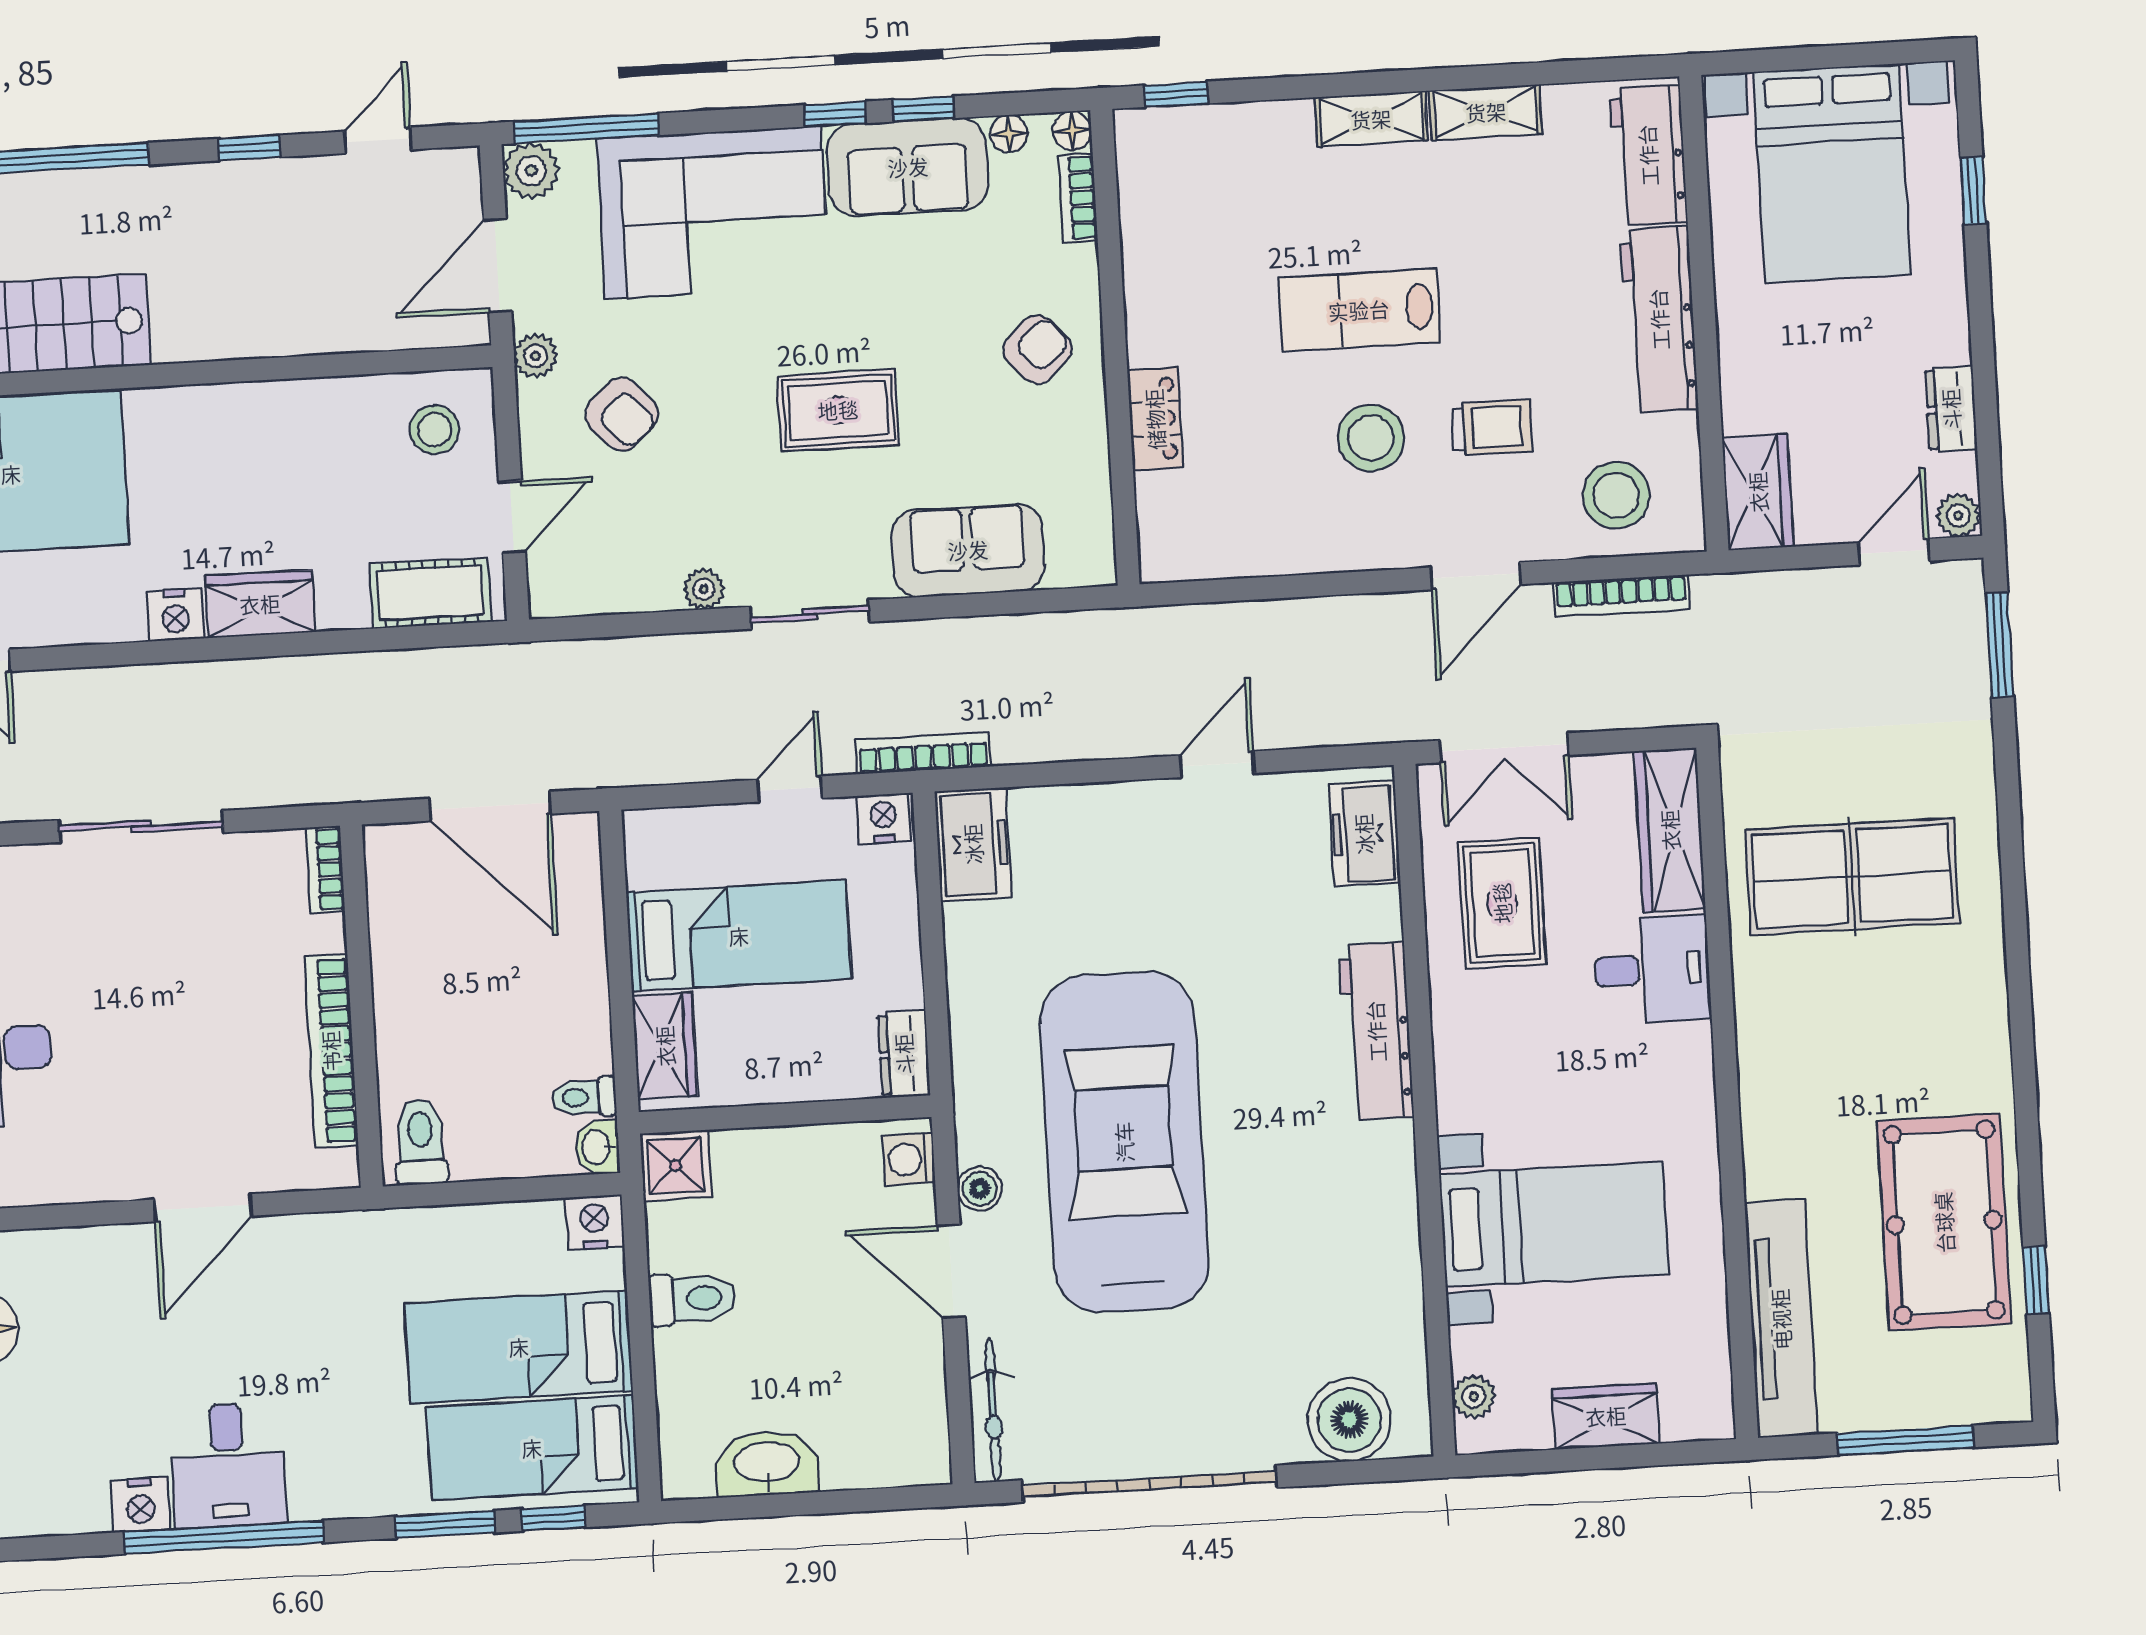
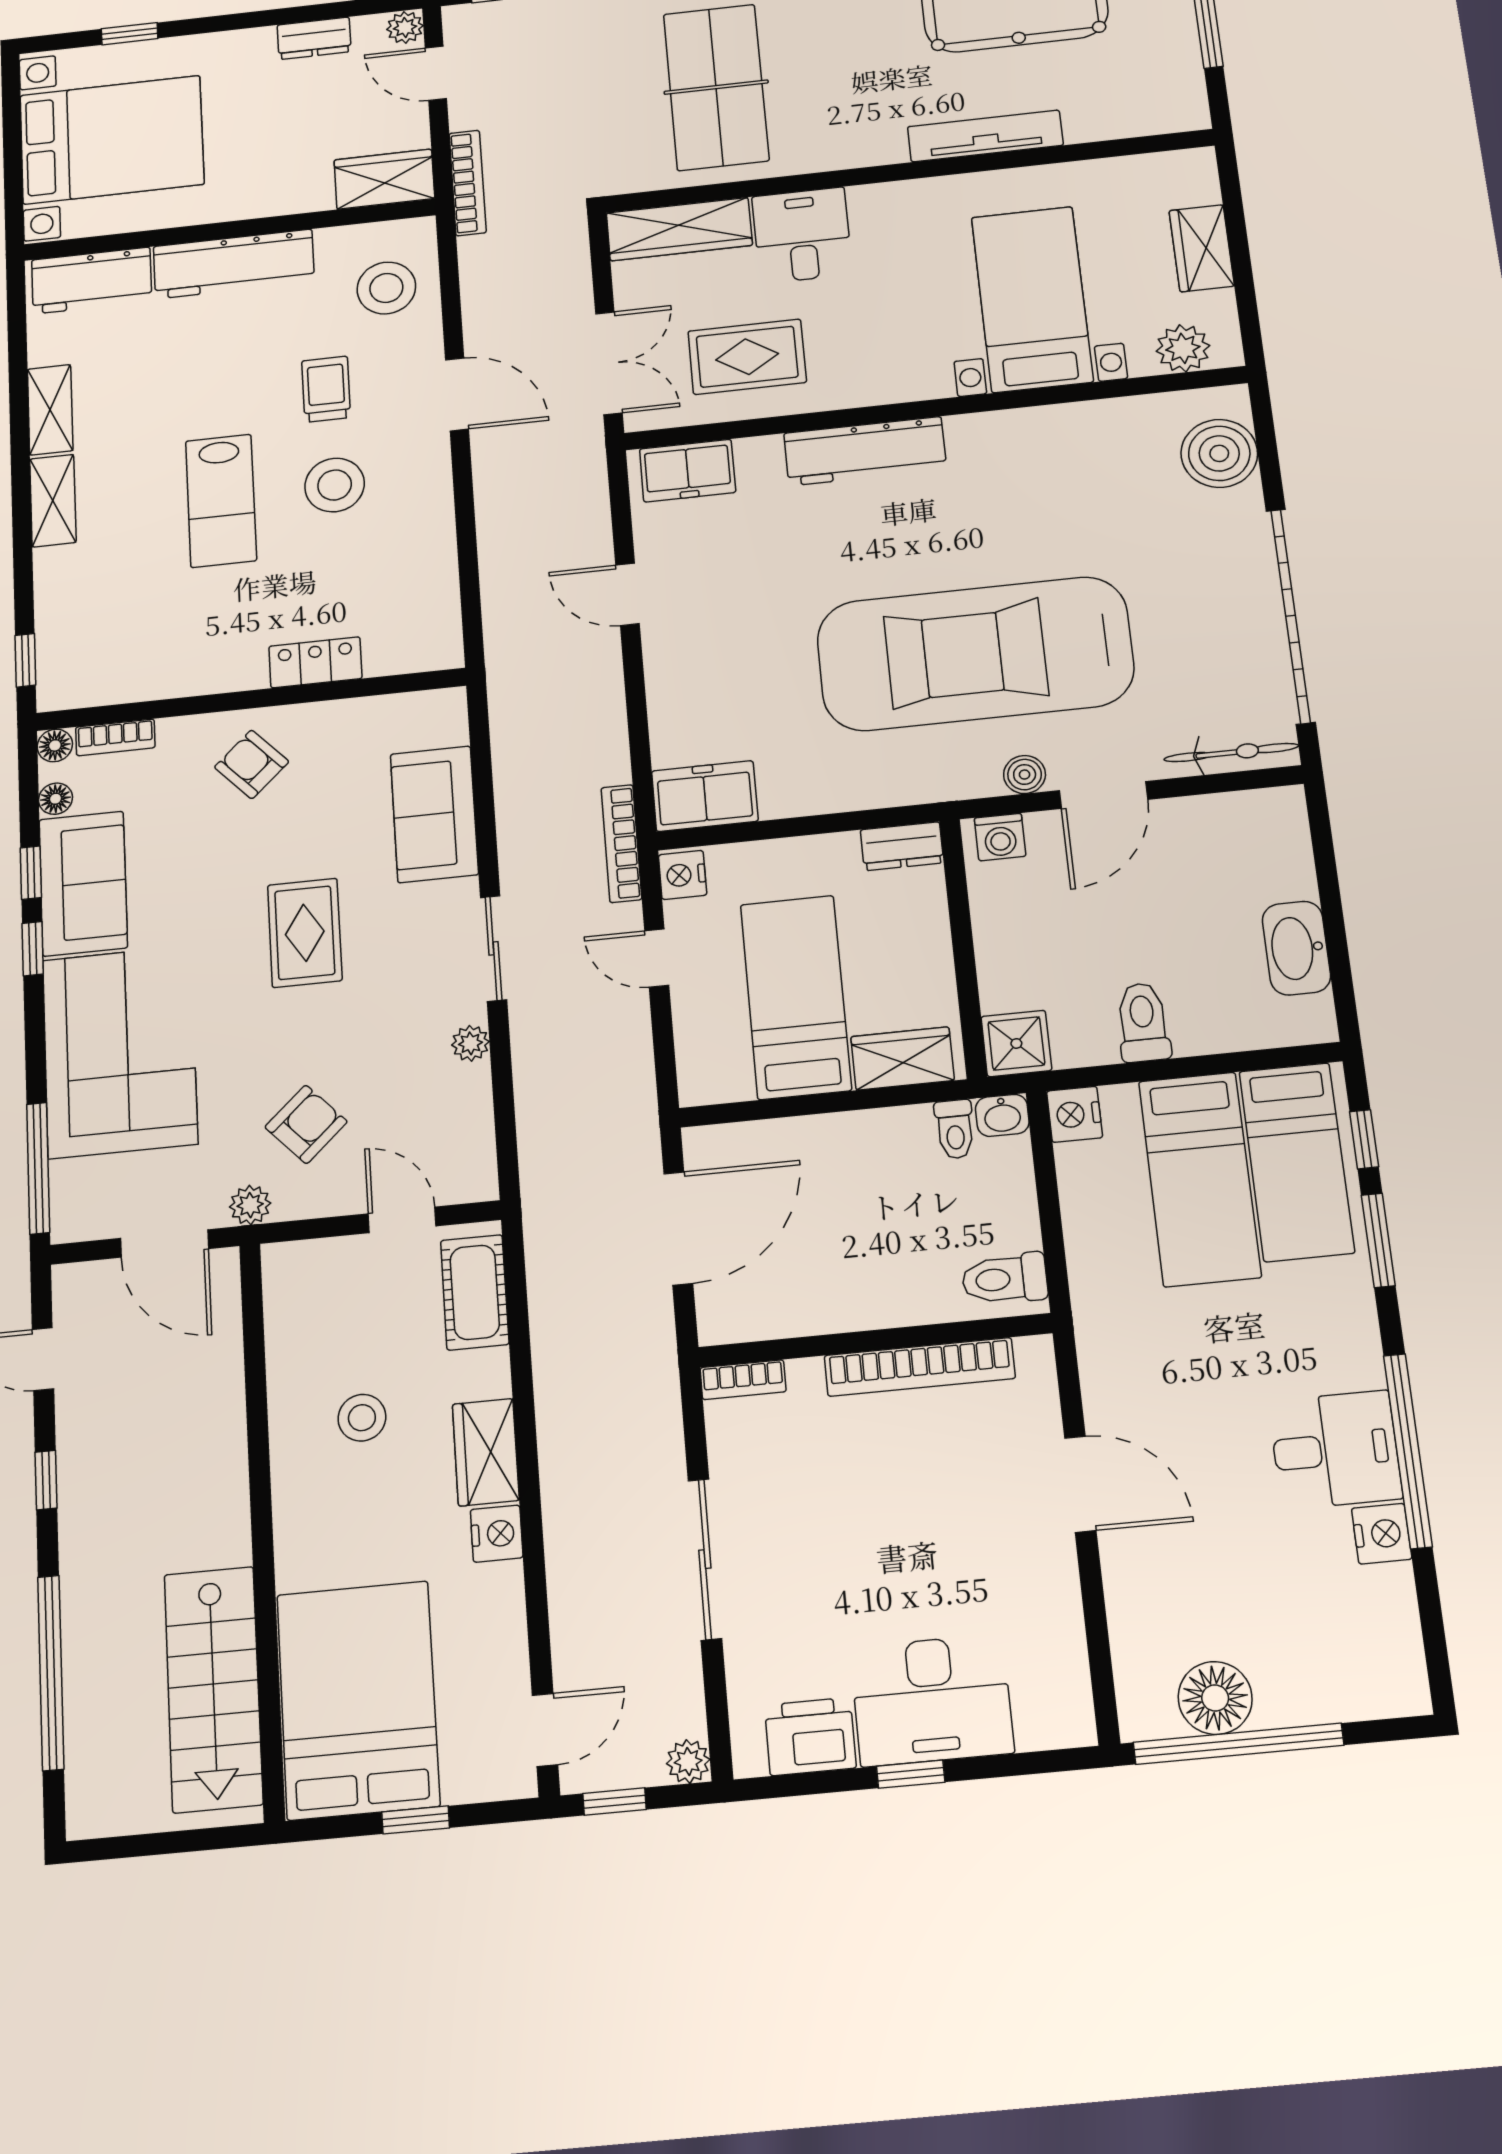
plant: (531, 171) -> (76, 1217), removed
stool: (434, 430) -> (362, 1418), moved
bookcase: (1621, 596) -> (468, 183), moved
tv unit: (1781, 1319) -> (985, 136), moved, width x0.73, depth x0.78
plant: (1474, 1397) -> (1183, 348), width x1.38, depth x1.38

